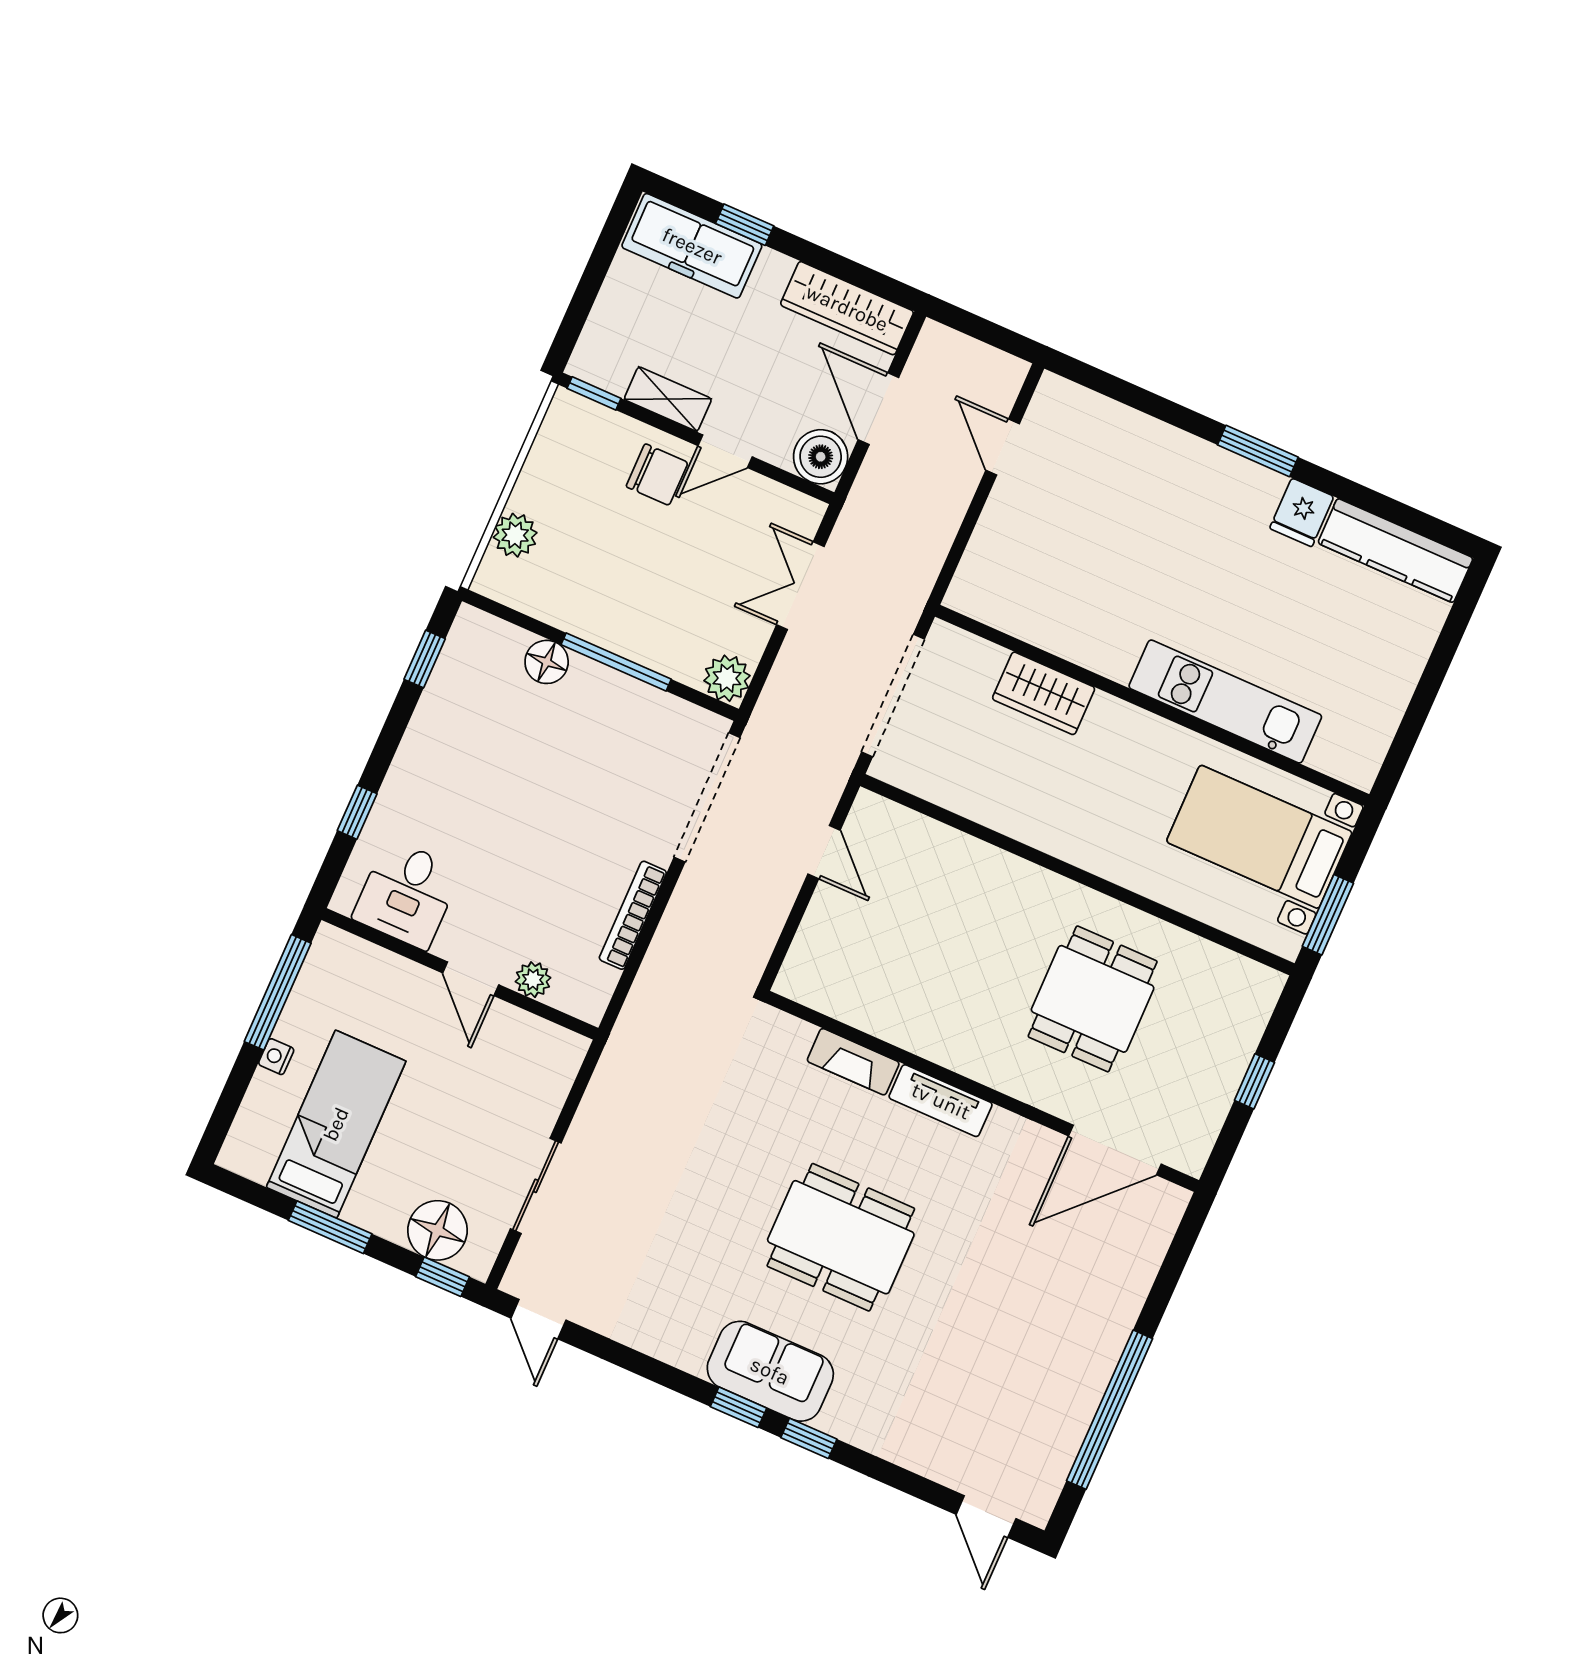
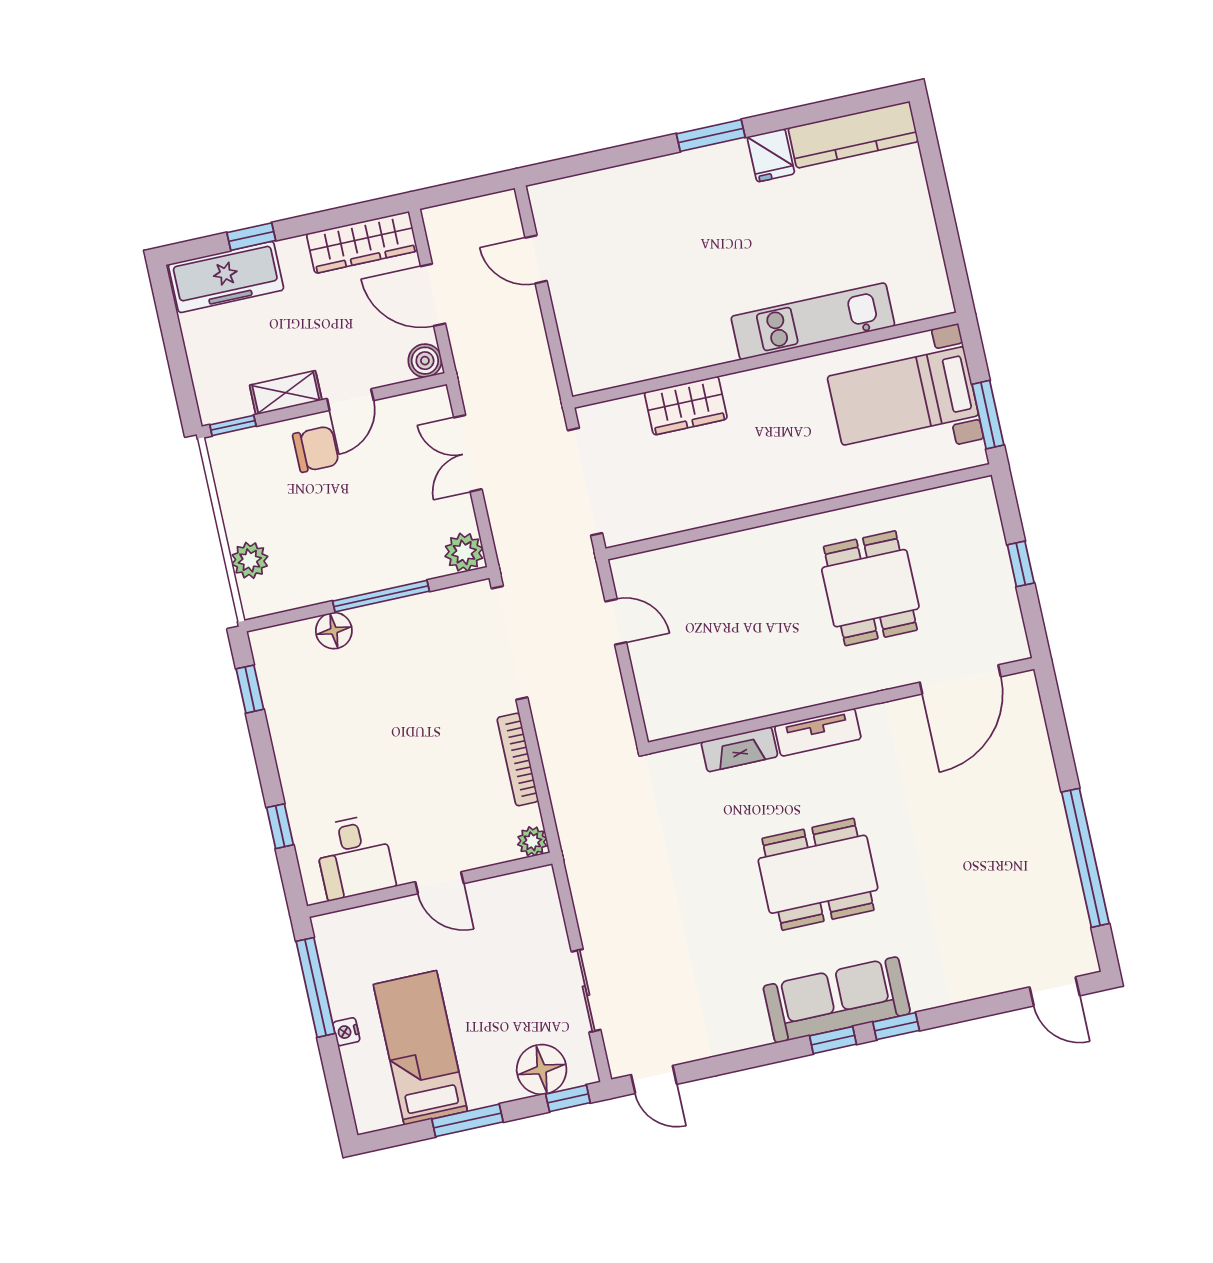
boiler: (821, 457) -> (425, 361), width x0.73, depth x0.73
plant: (533, 980) -> (532, 841), moved
sofa: (770, 1371) -> (837, 1000), width x1.36

